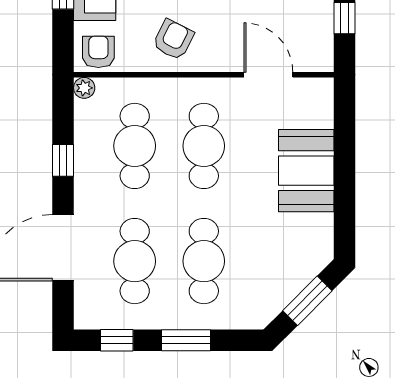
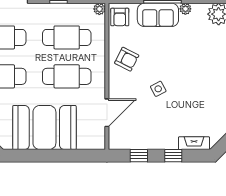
armchair: (98, 52) -> (120, 17), turned 90
booth: (306, 171) -> (44, 128), width x1.36, depth x1.42

